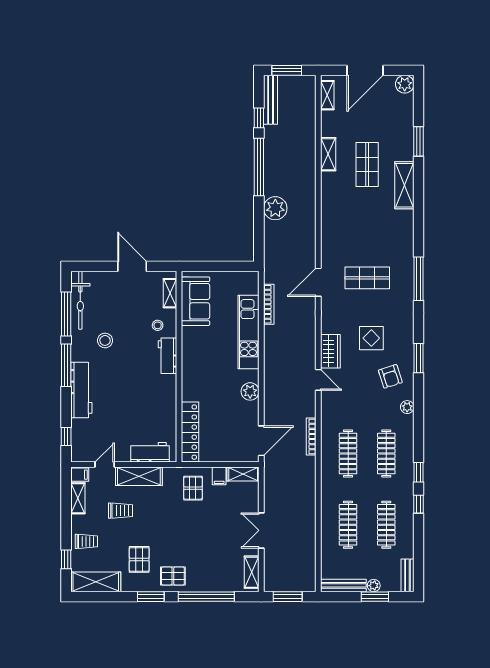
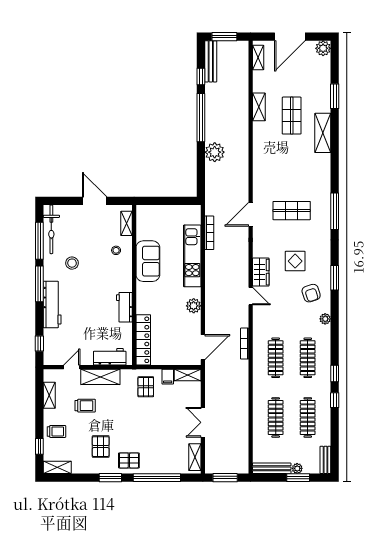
sofa: (196, 301) -> (148, 261), moved
workbench: (168, 356) -> (124, 307), moved
filing cabinet: (80, 475) -> (51, 375), removed
shelving: (96, 582) -> (57, 467), width x0.67, depth x0.75

